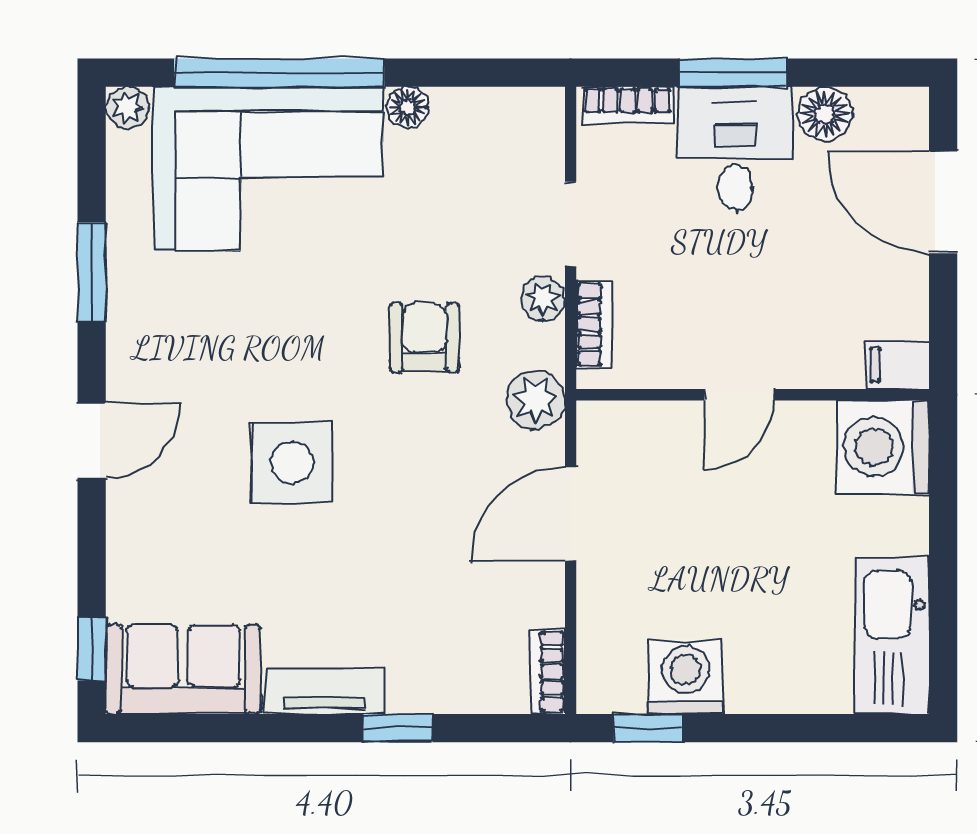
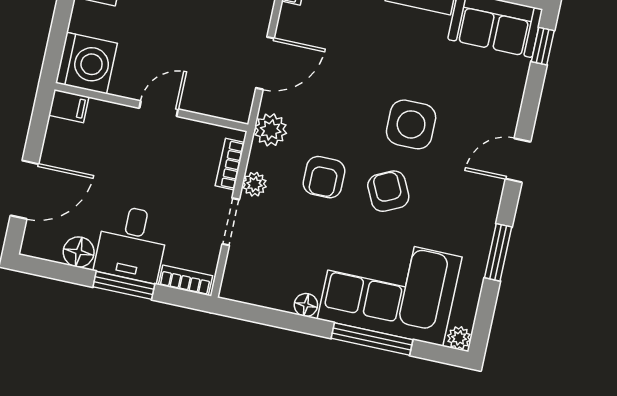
window: (279, 73) -> (372, 339), width x0.68
door: (943, 202) -> (24, 190), hinge flipped
armchair: (307, 337) -> (388, 191), added

